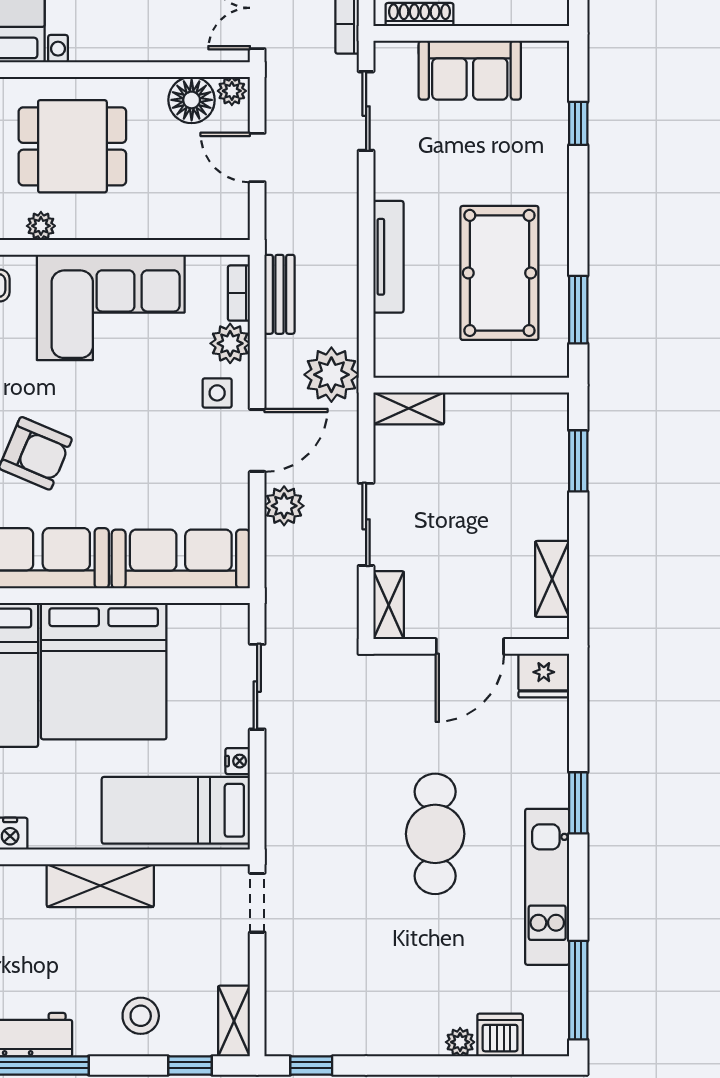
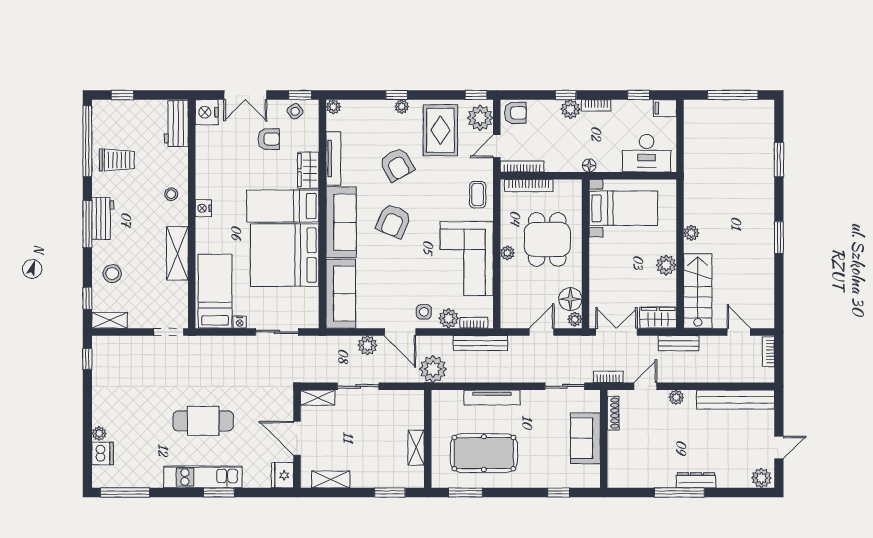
plant: (41, 226) -> (507, 253), moved
bench: (280, 294) -> (480, 343), width x1.36
shelving: (409, 408) -> (416, 448), moved
kitchen unit: (547, 887) -> (203, 477), moved

